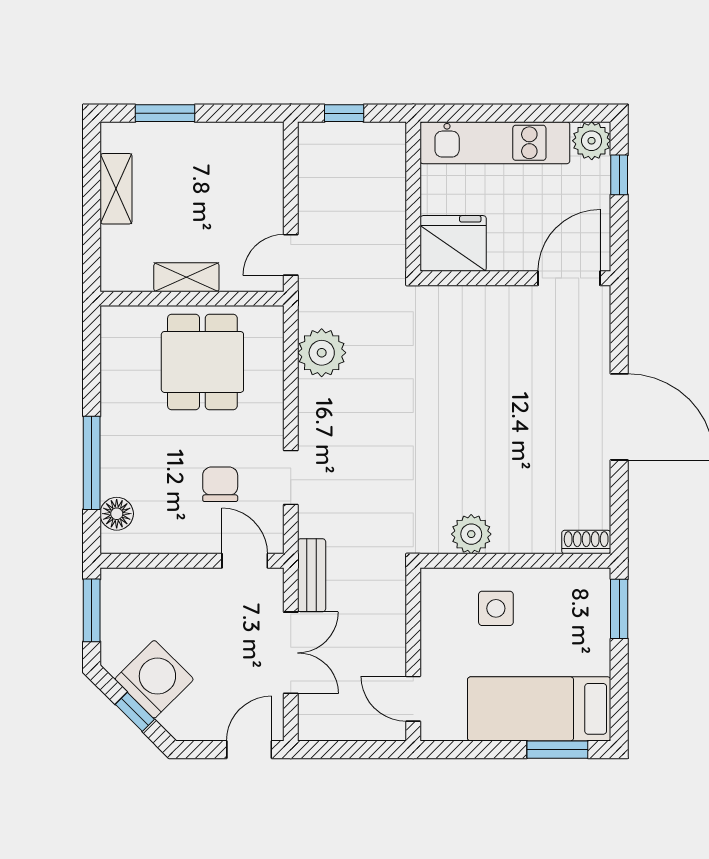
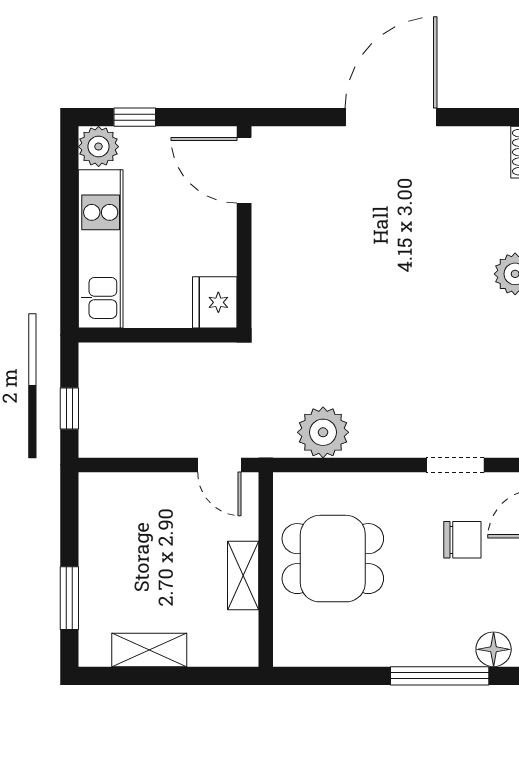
fridge: (453, 243) -> (215, 302), width x0.73, depth x0.75
chair: (220, 484) -> (462, 540), turned 180

